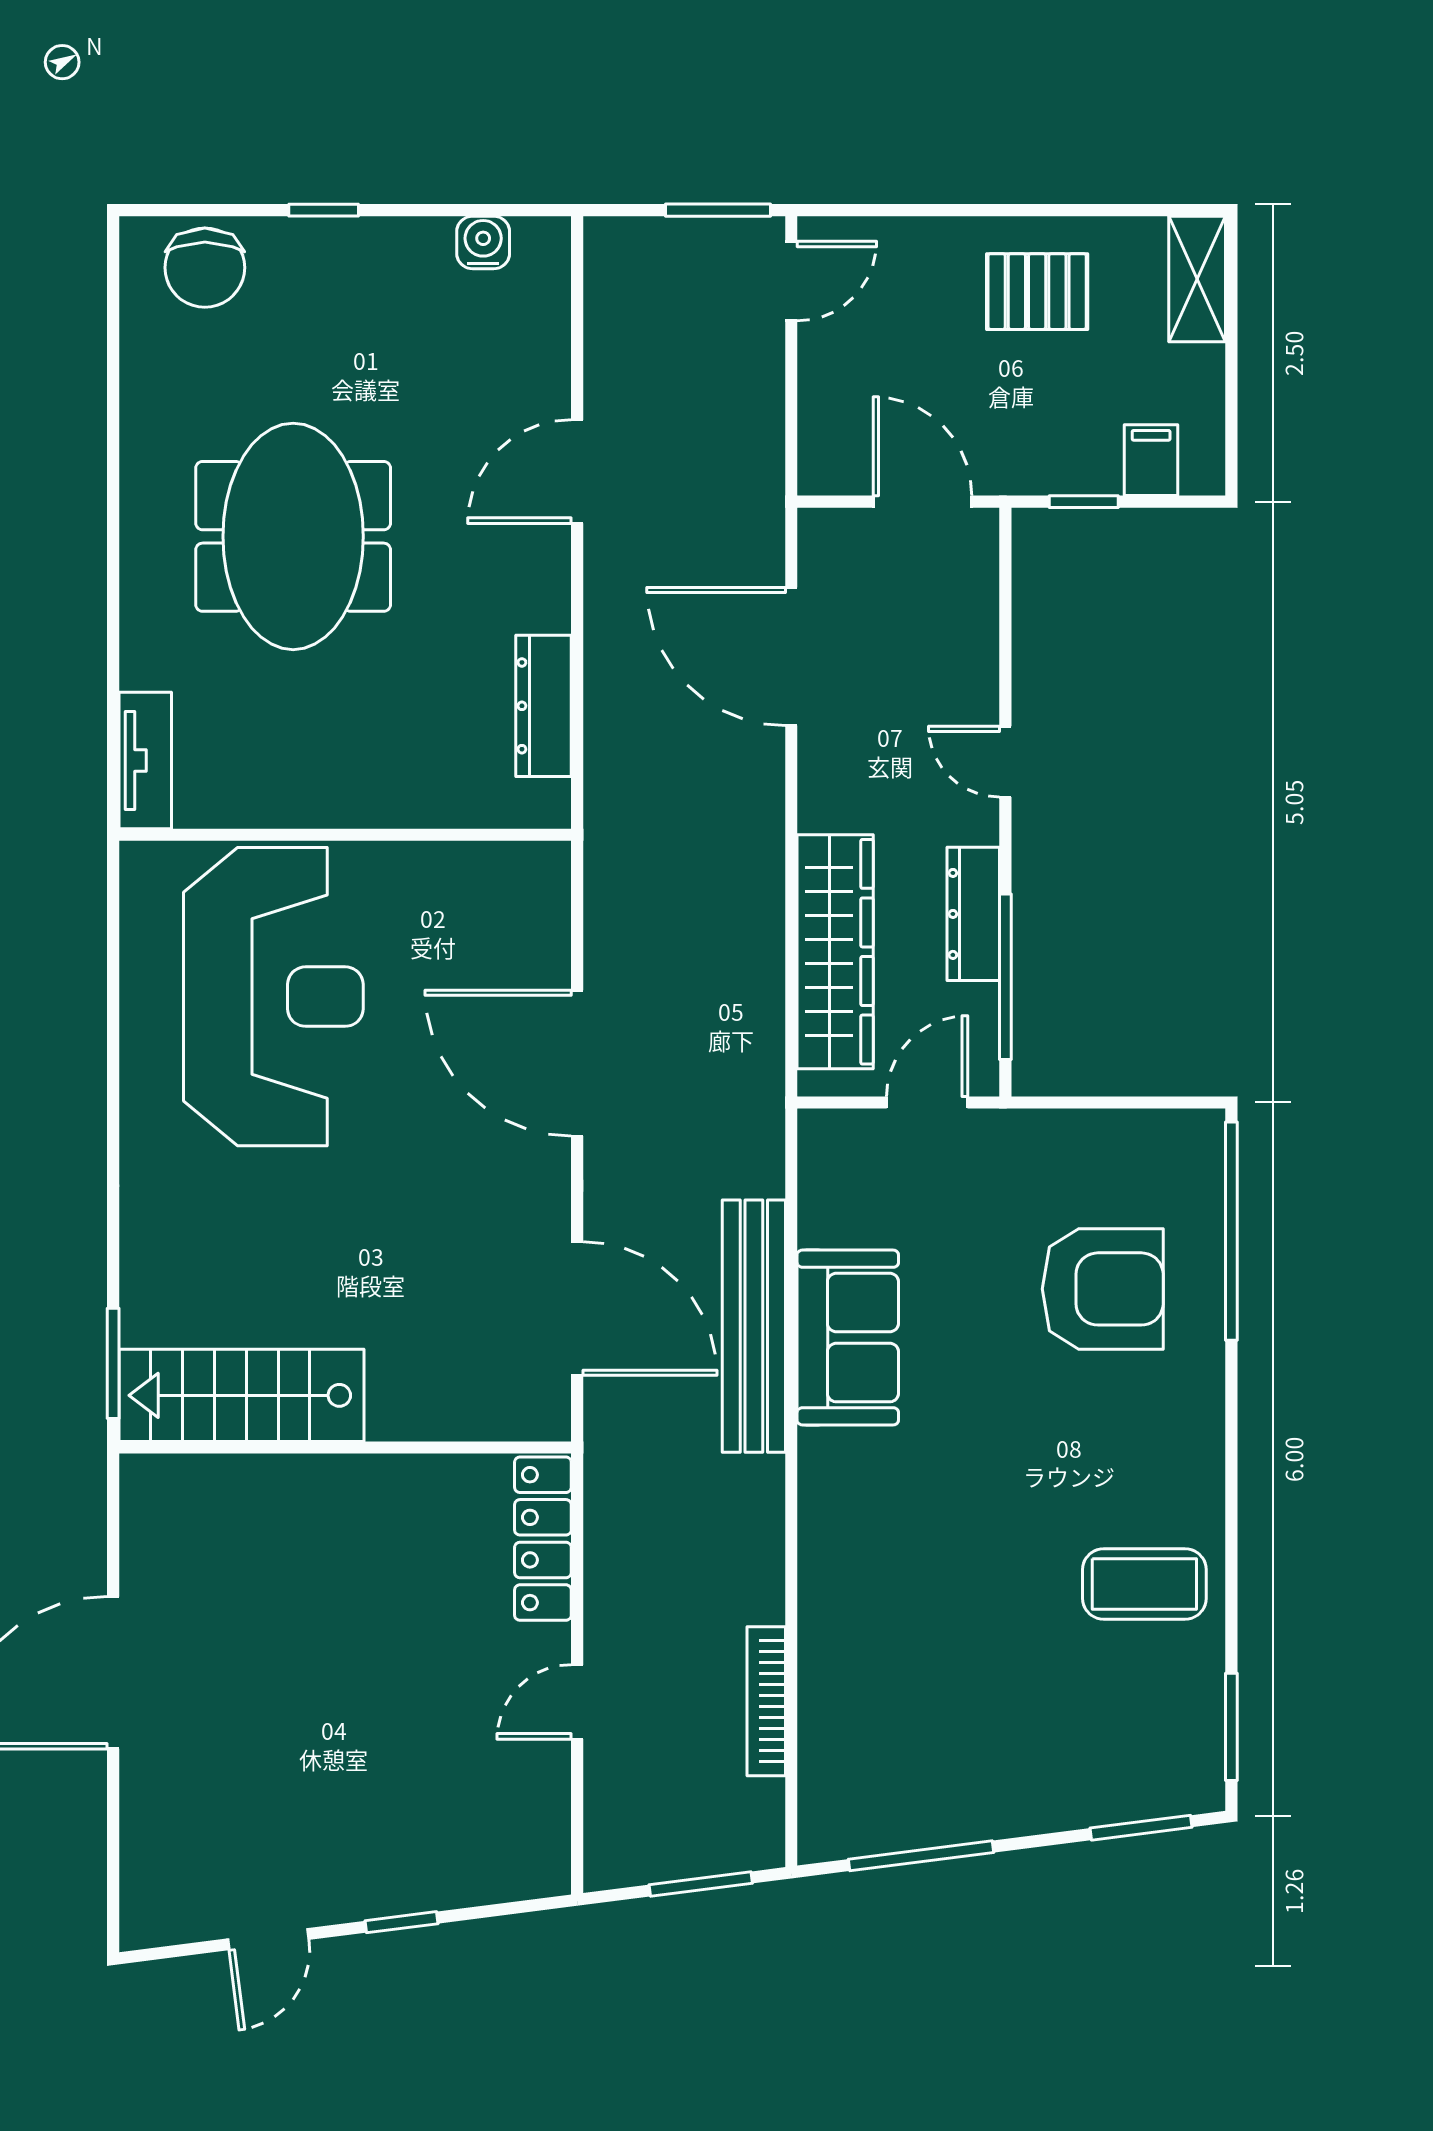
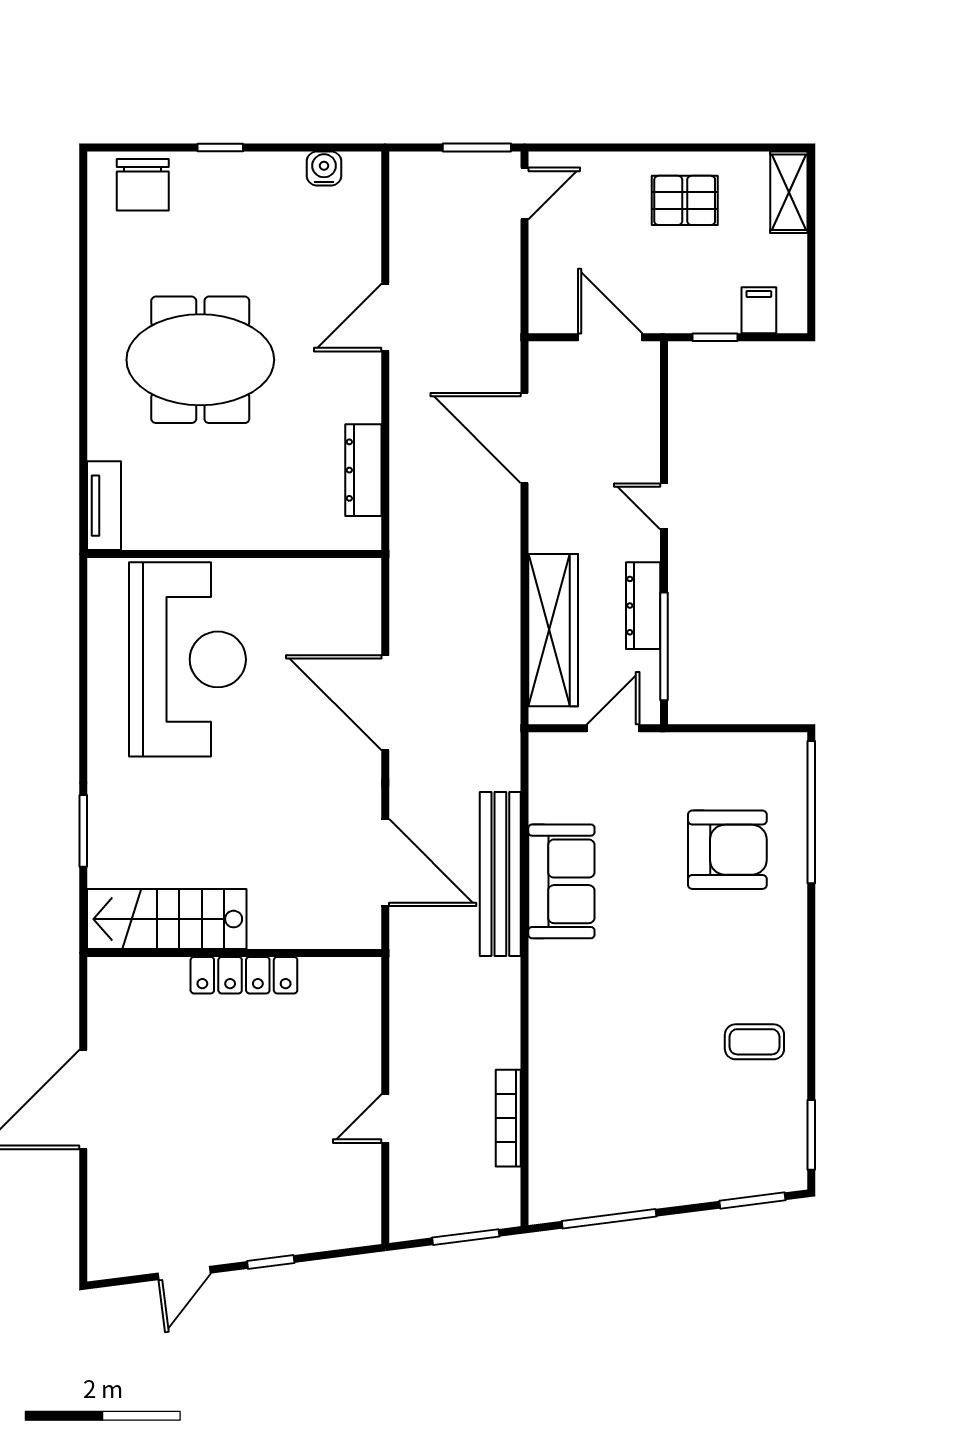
meeting table: (293, 536) -> (200, 360), turned 90
window: (113, 1363) -> (83, 831), moved
locker: (543, 1539) -> (244, 975), moved, turned -90
coffee table: (1144, 1584) -> (754, 1042), width x0.73, depth x0.77

